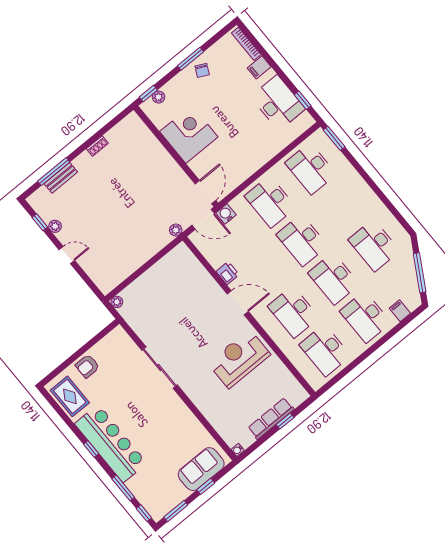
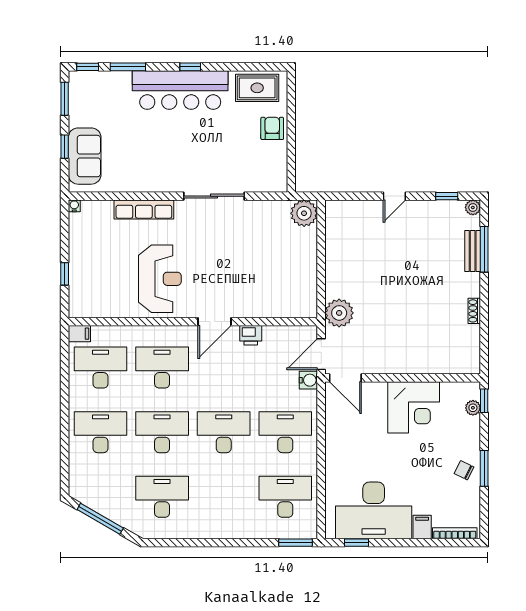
desk: (278, 103) -> (374, 510), width x1.36, depth x1.30
plant: (55, 226) -> (473, 208), moved
plant: (176, 230) -> (339, 313), width x1.87, depth x1.87
plant: (117, 302) -> (304, 213), width x1.88, depth x1.88
filing cabinet: (400, 311) -> (79, 334), moved
row of seats: (271, 419) -> (144, 209), moved, turned 90

